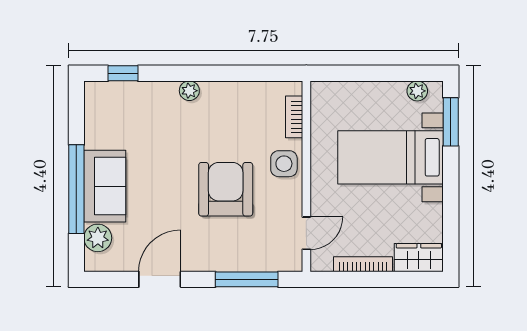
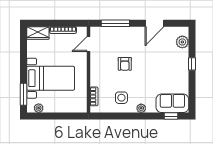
side table: (284, 164) -> (121, 98), moved
sofa: (105, 186) -> (172, 103), moved, turned 90
window: (76, 189) -> (192, 64), width x0.32
armchair: (226, 189) -> (125, 64), width x0.53, depth x0.53

